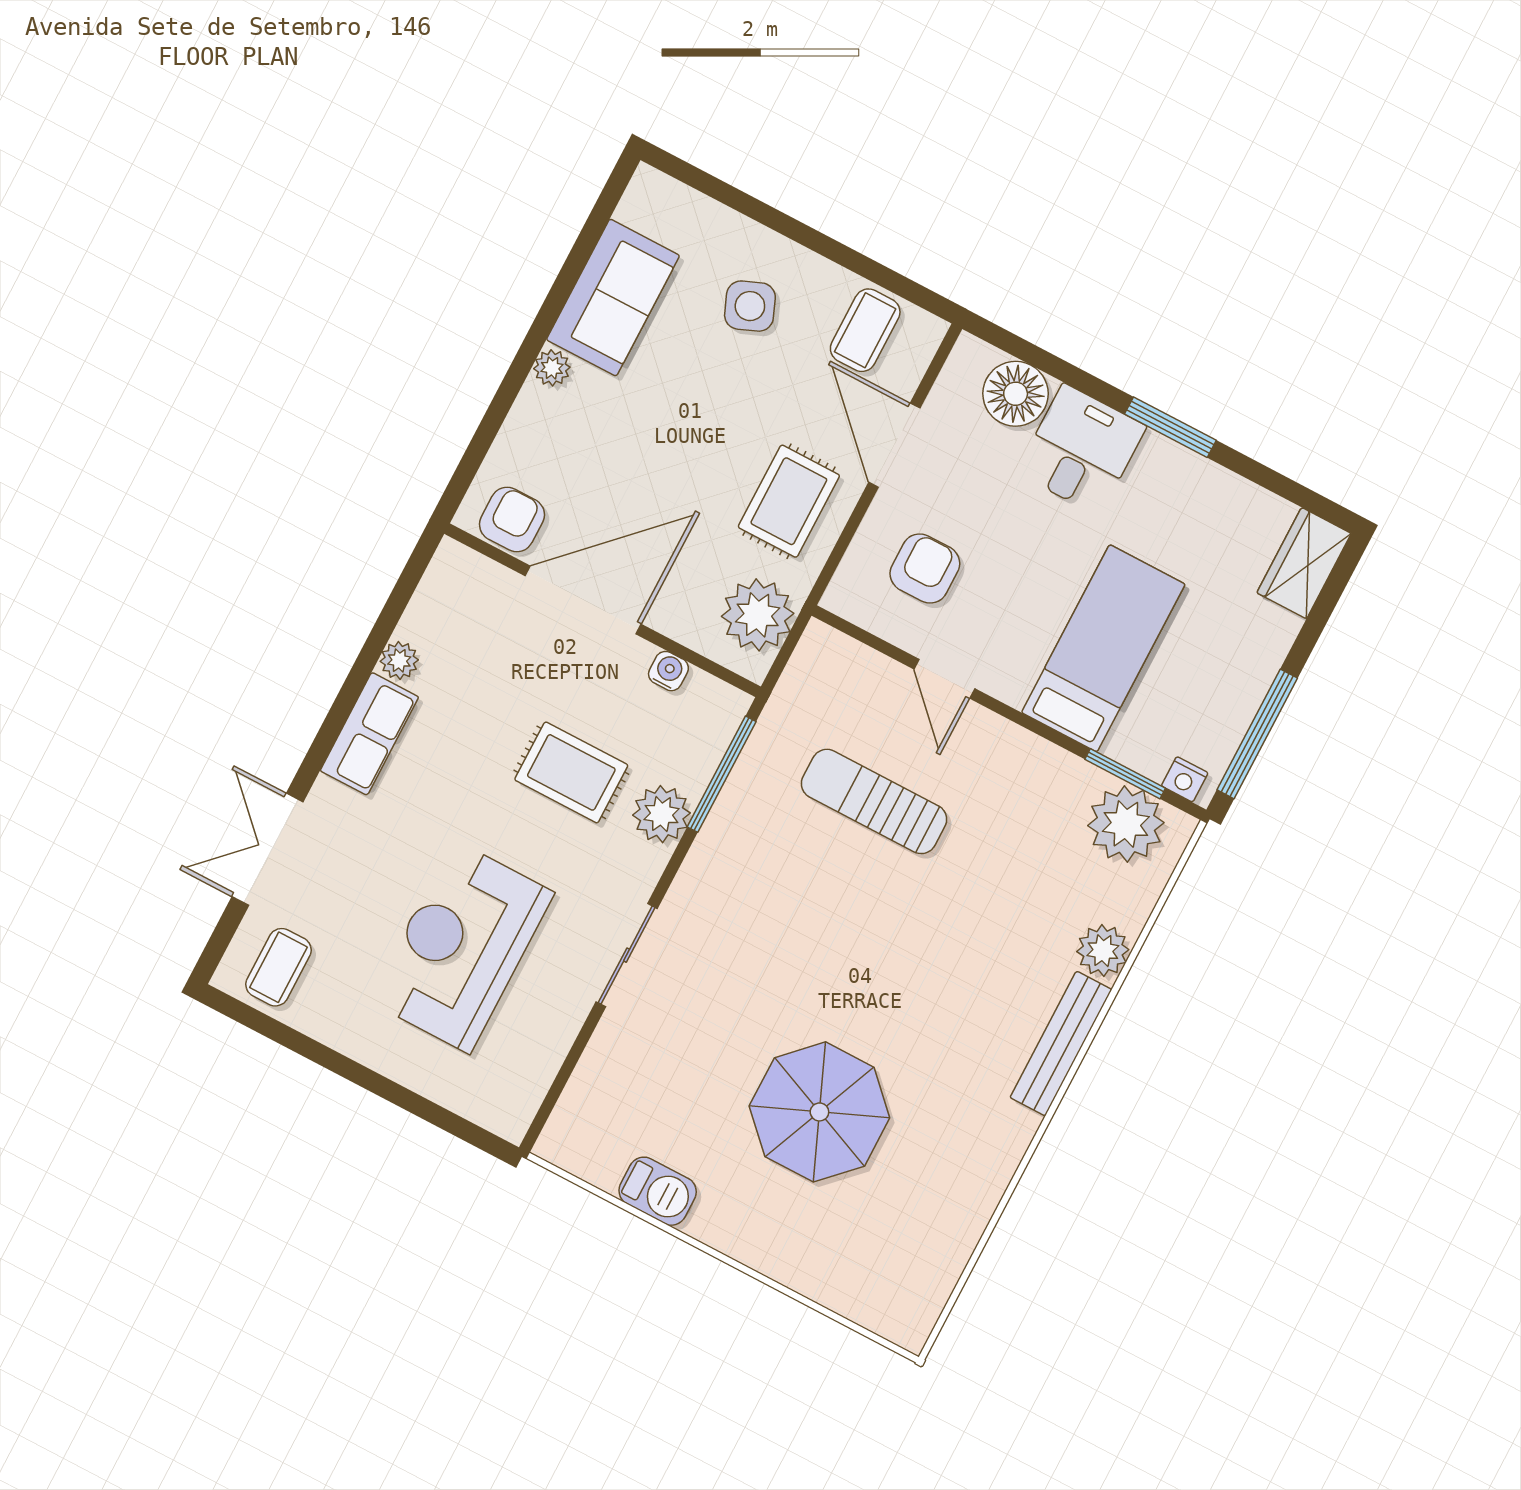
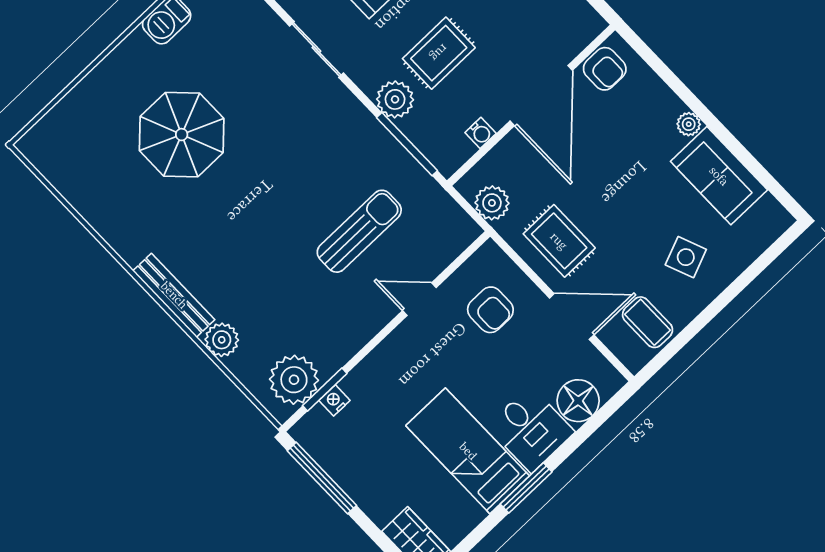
plant: (758, 615) -> (492, 203), width x0.73, depth x0.73
bed: (1103, 648) -> (468, 451), moved, turned 180
nightstand: (1185, 779) -> (334, 400), moved

